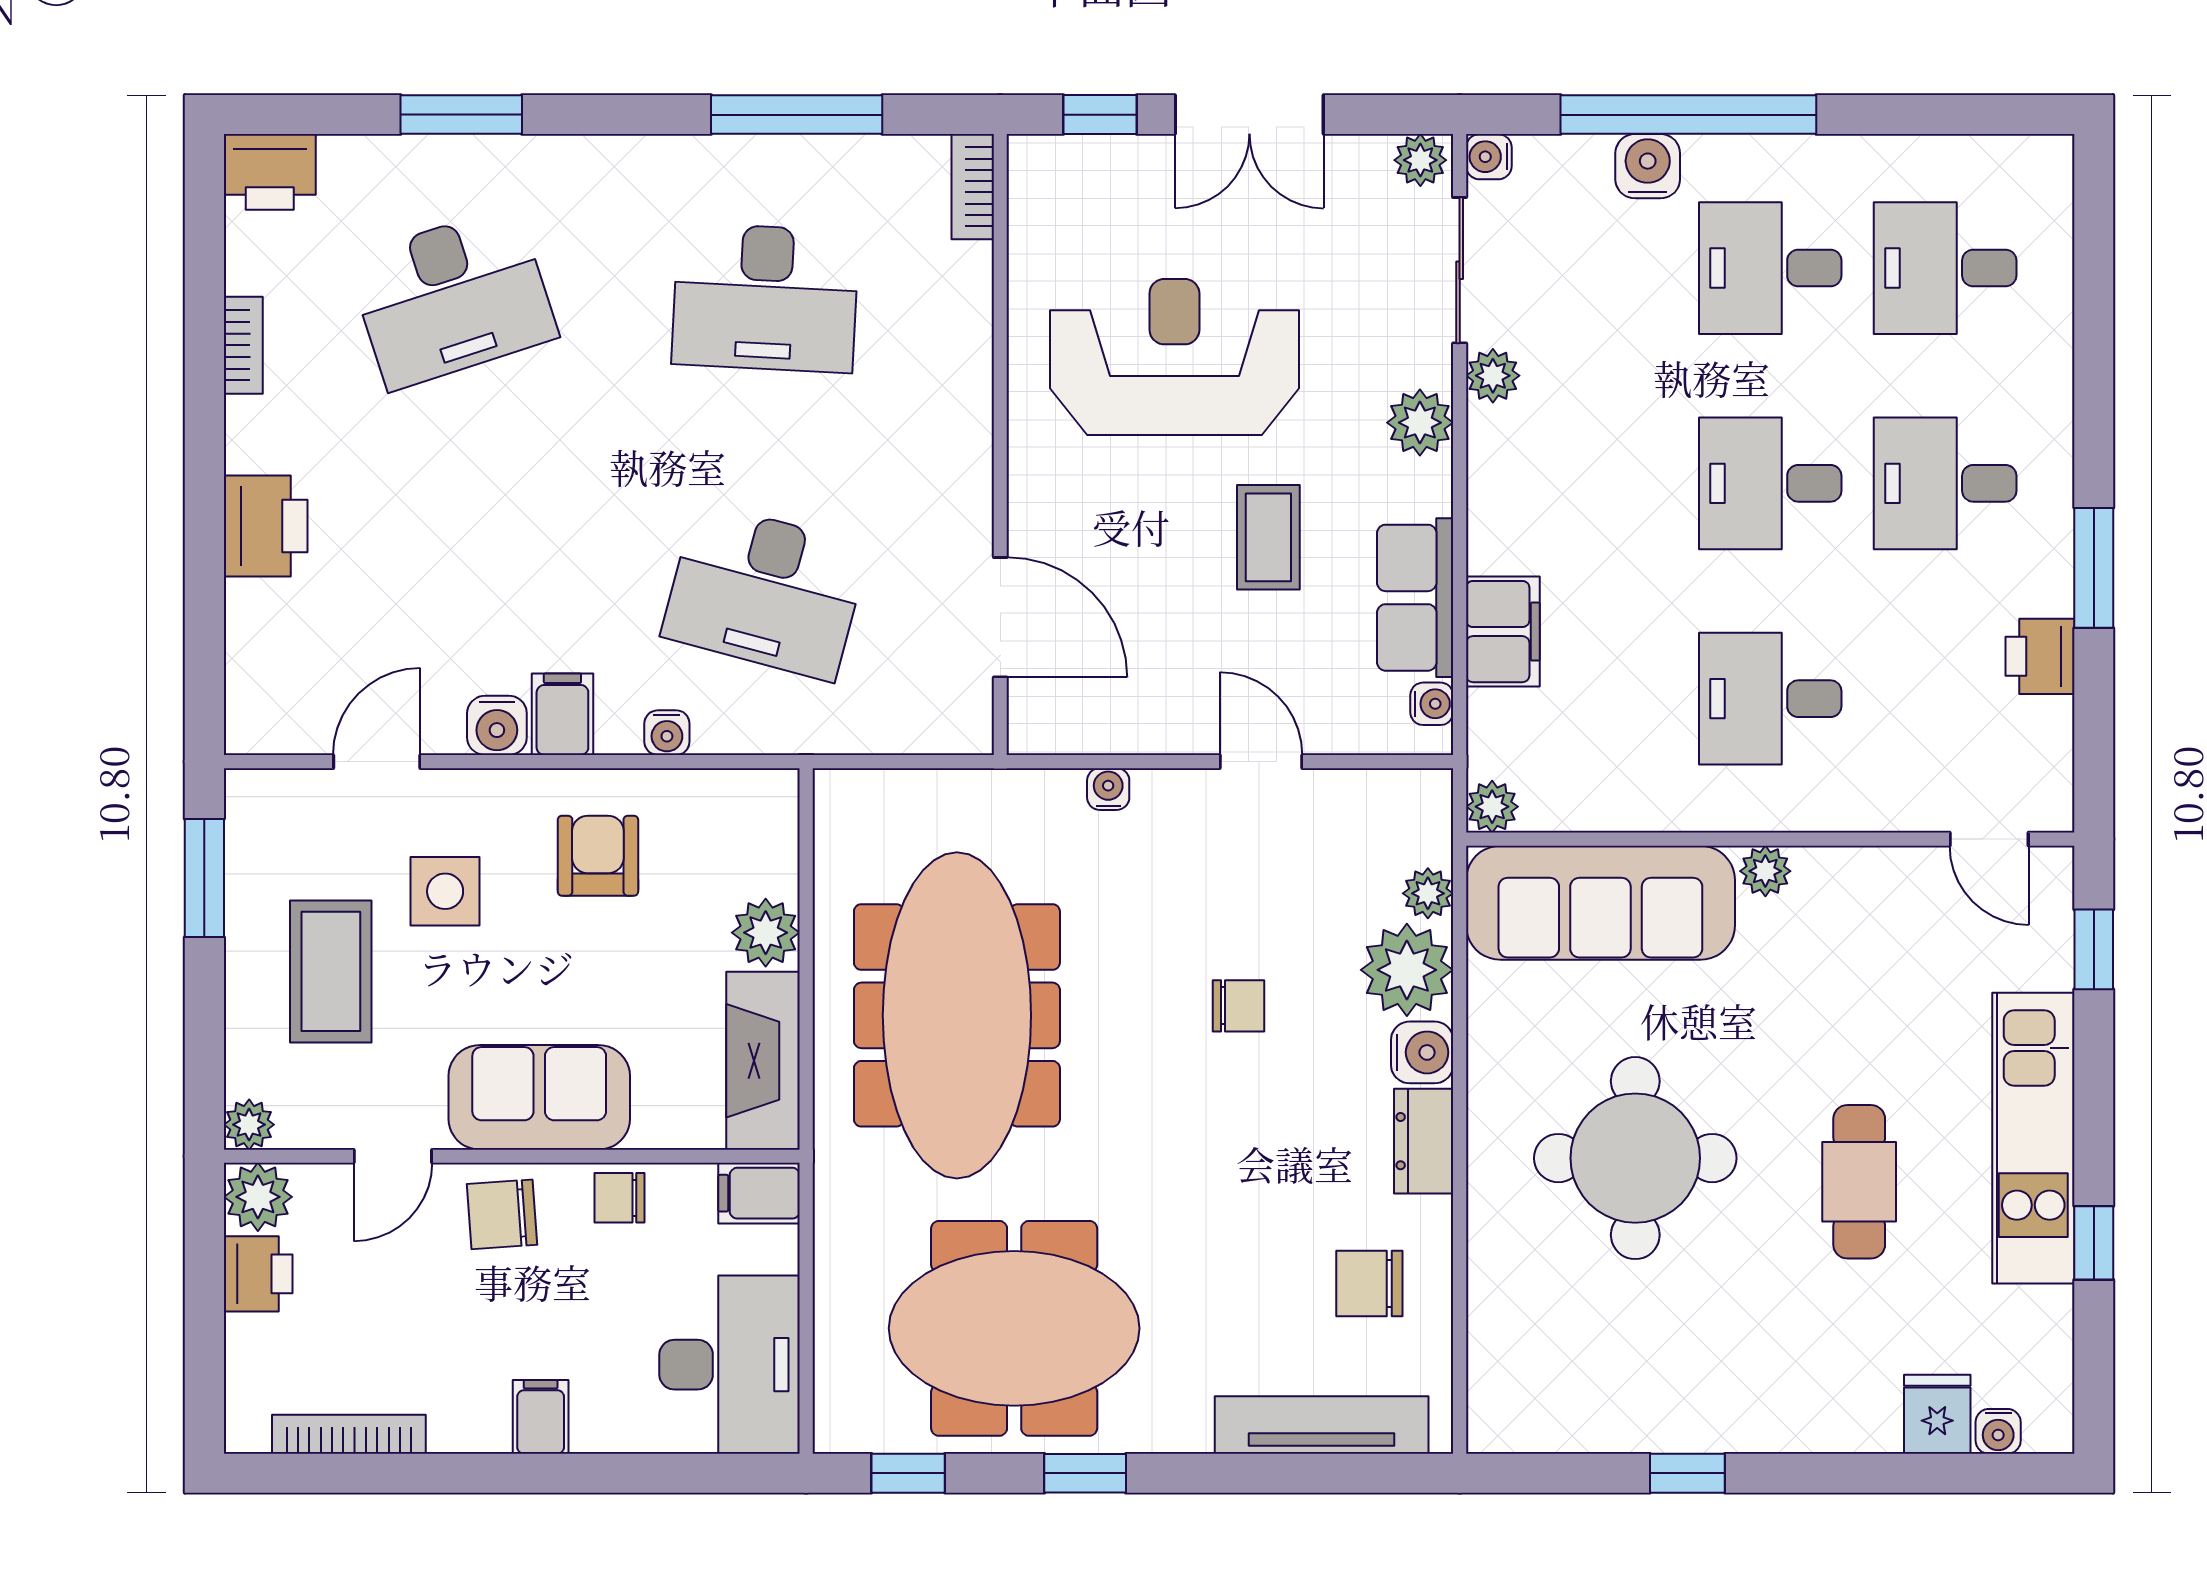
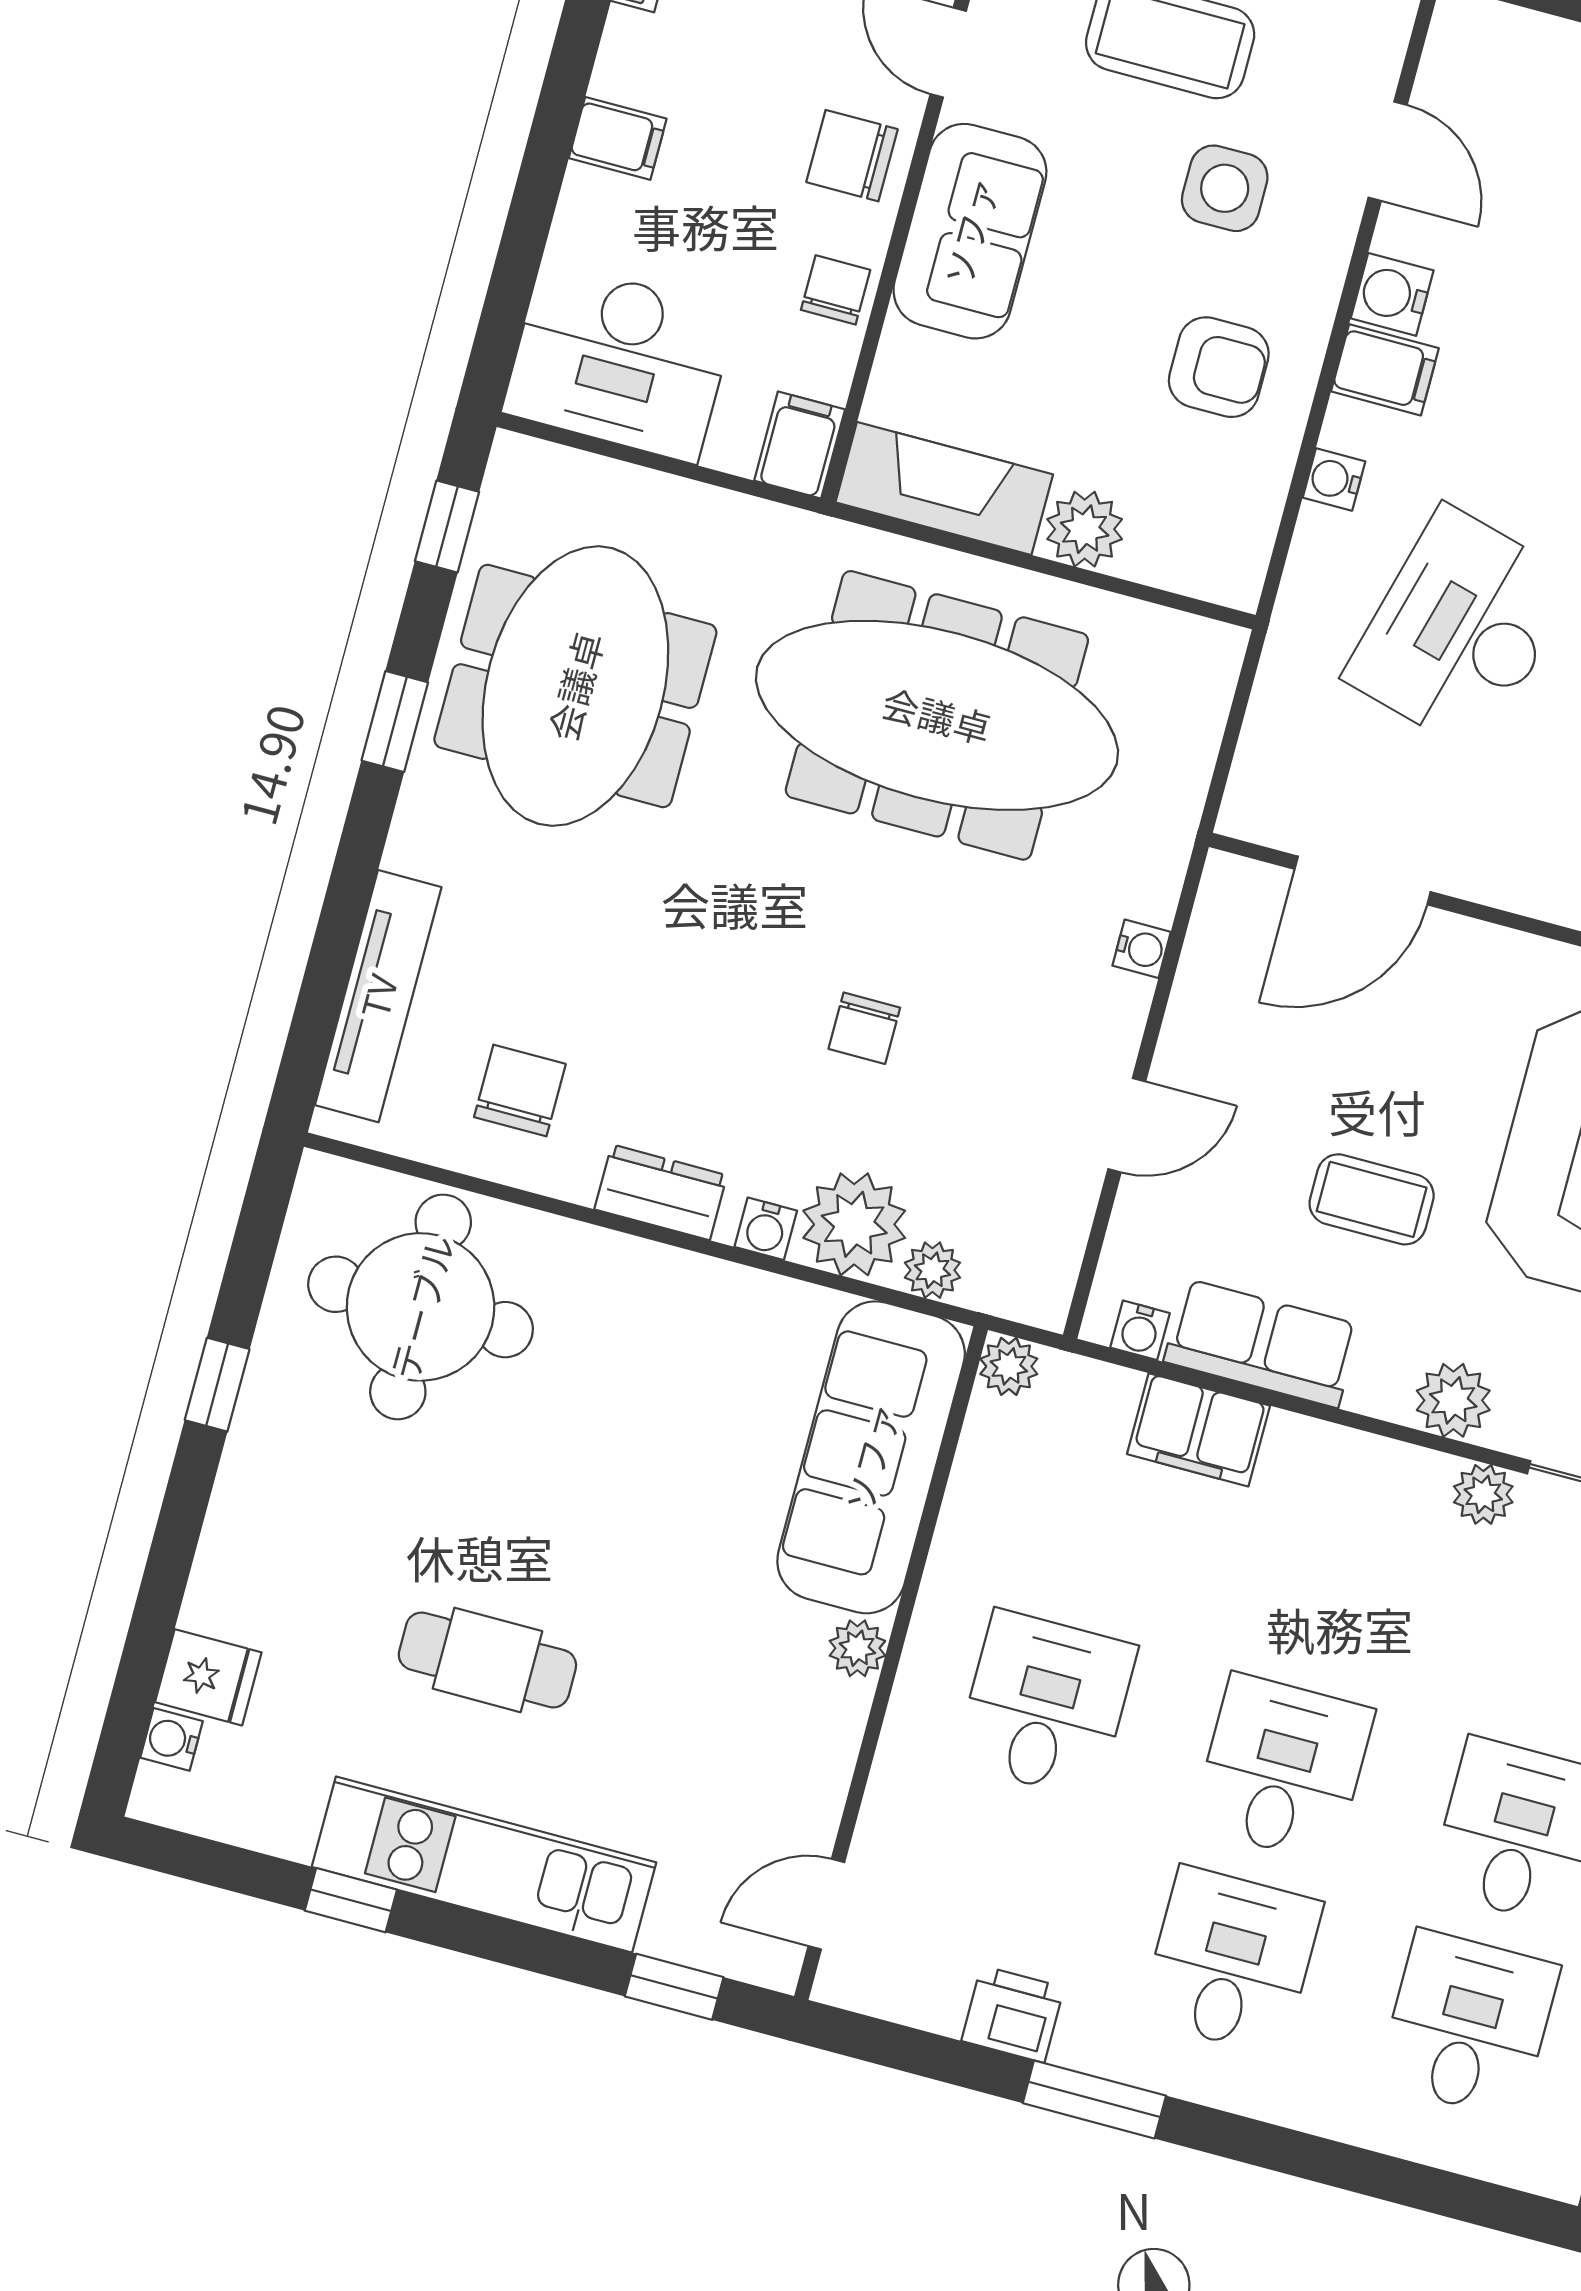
water cooler: (1422, 1052) -> (766, 1229), width x0.72, depth x0.72
round table: (1635, 1158) -> (421, 1307), moved
chair: (502, 1214) -> (852, 156), turned -86

